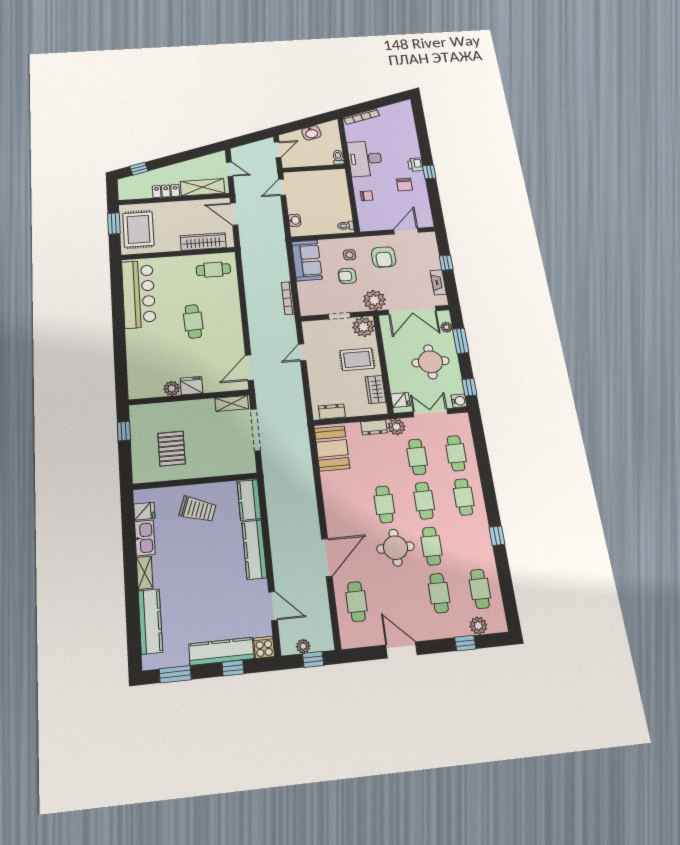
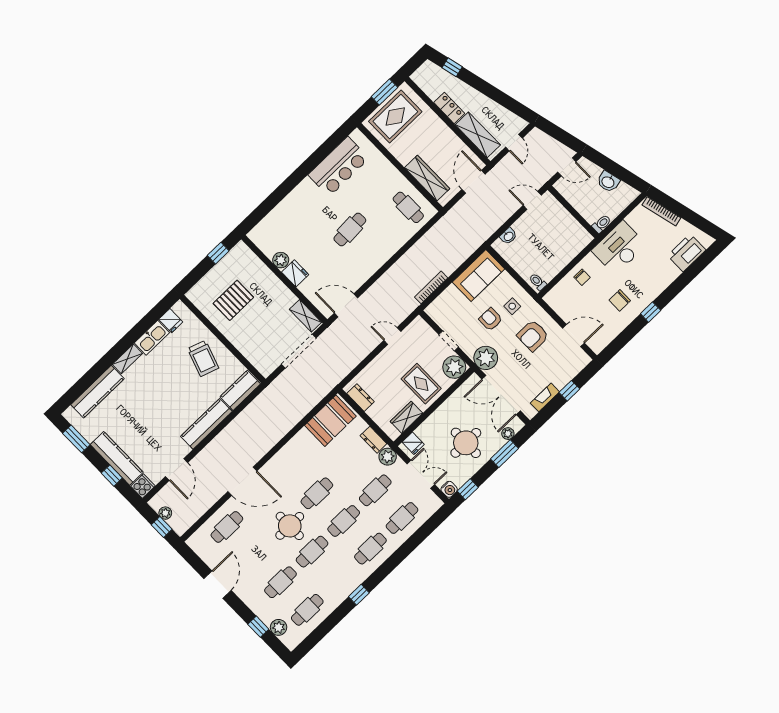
printer: (416, 165) -> (687, 253), moved, width x1.87, depth x1.48
bar counter: (139, 294) -> (339, 167), width x0.73

